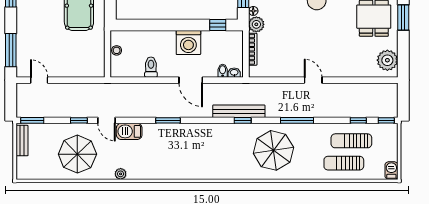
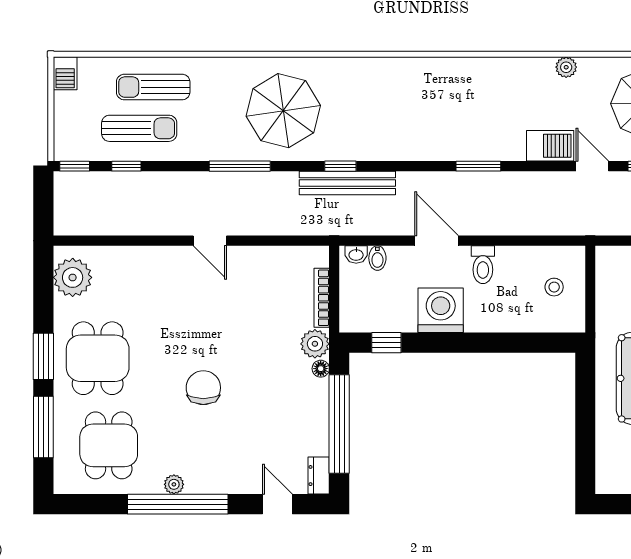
stool: (117, 50) -> (554, 287), moved
toilet: (151, 67) -> (483, 265), moved
sun lounger: (344, 163) -> (153, 87), turned 180

